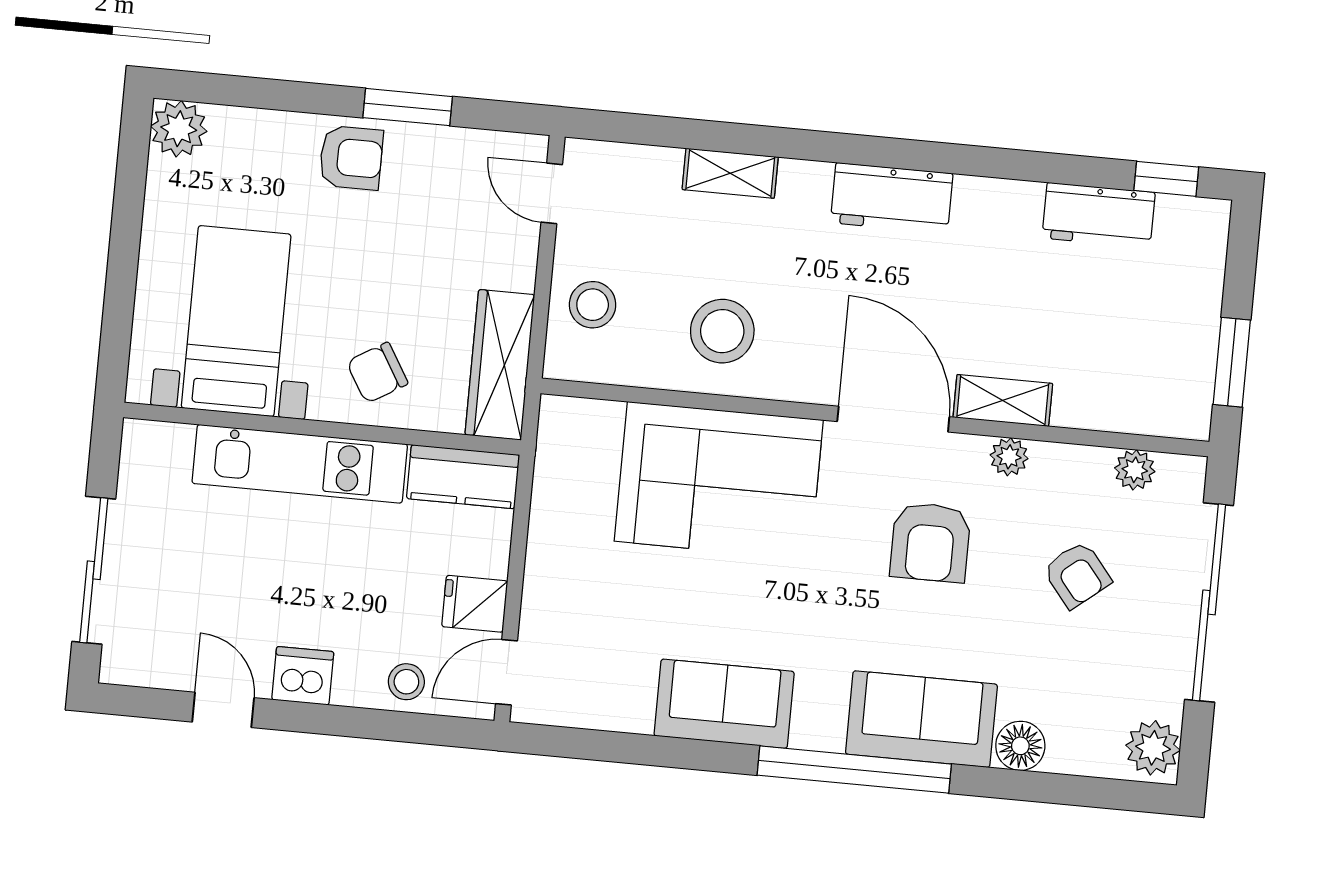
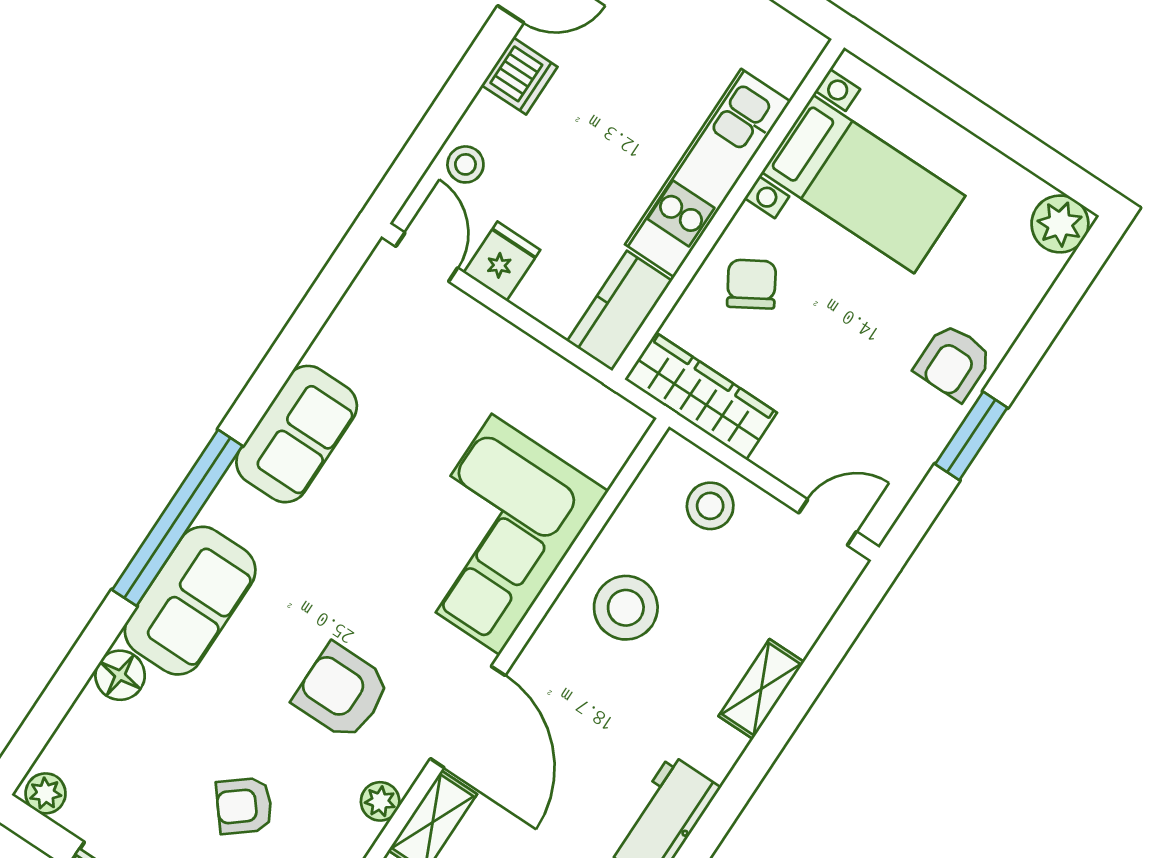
door: (893, 419) -> (468, 717), hinge flipped
plant: (1153, 748) -> (46, 793), width x0.73, depth x0.73

